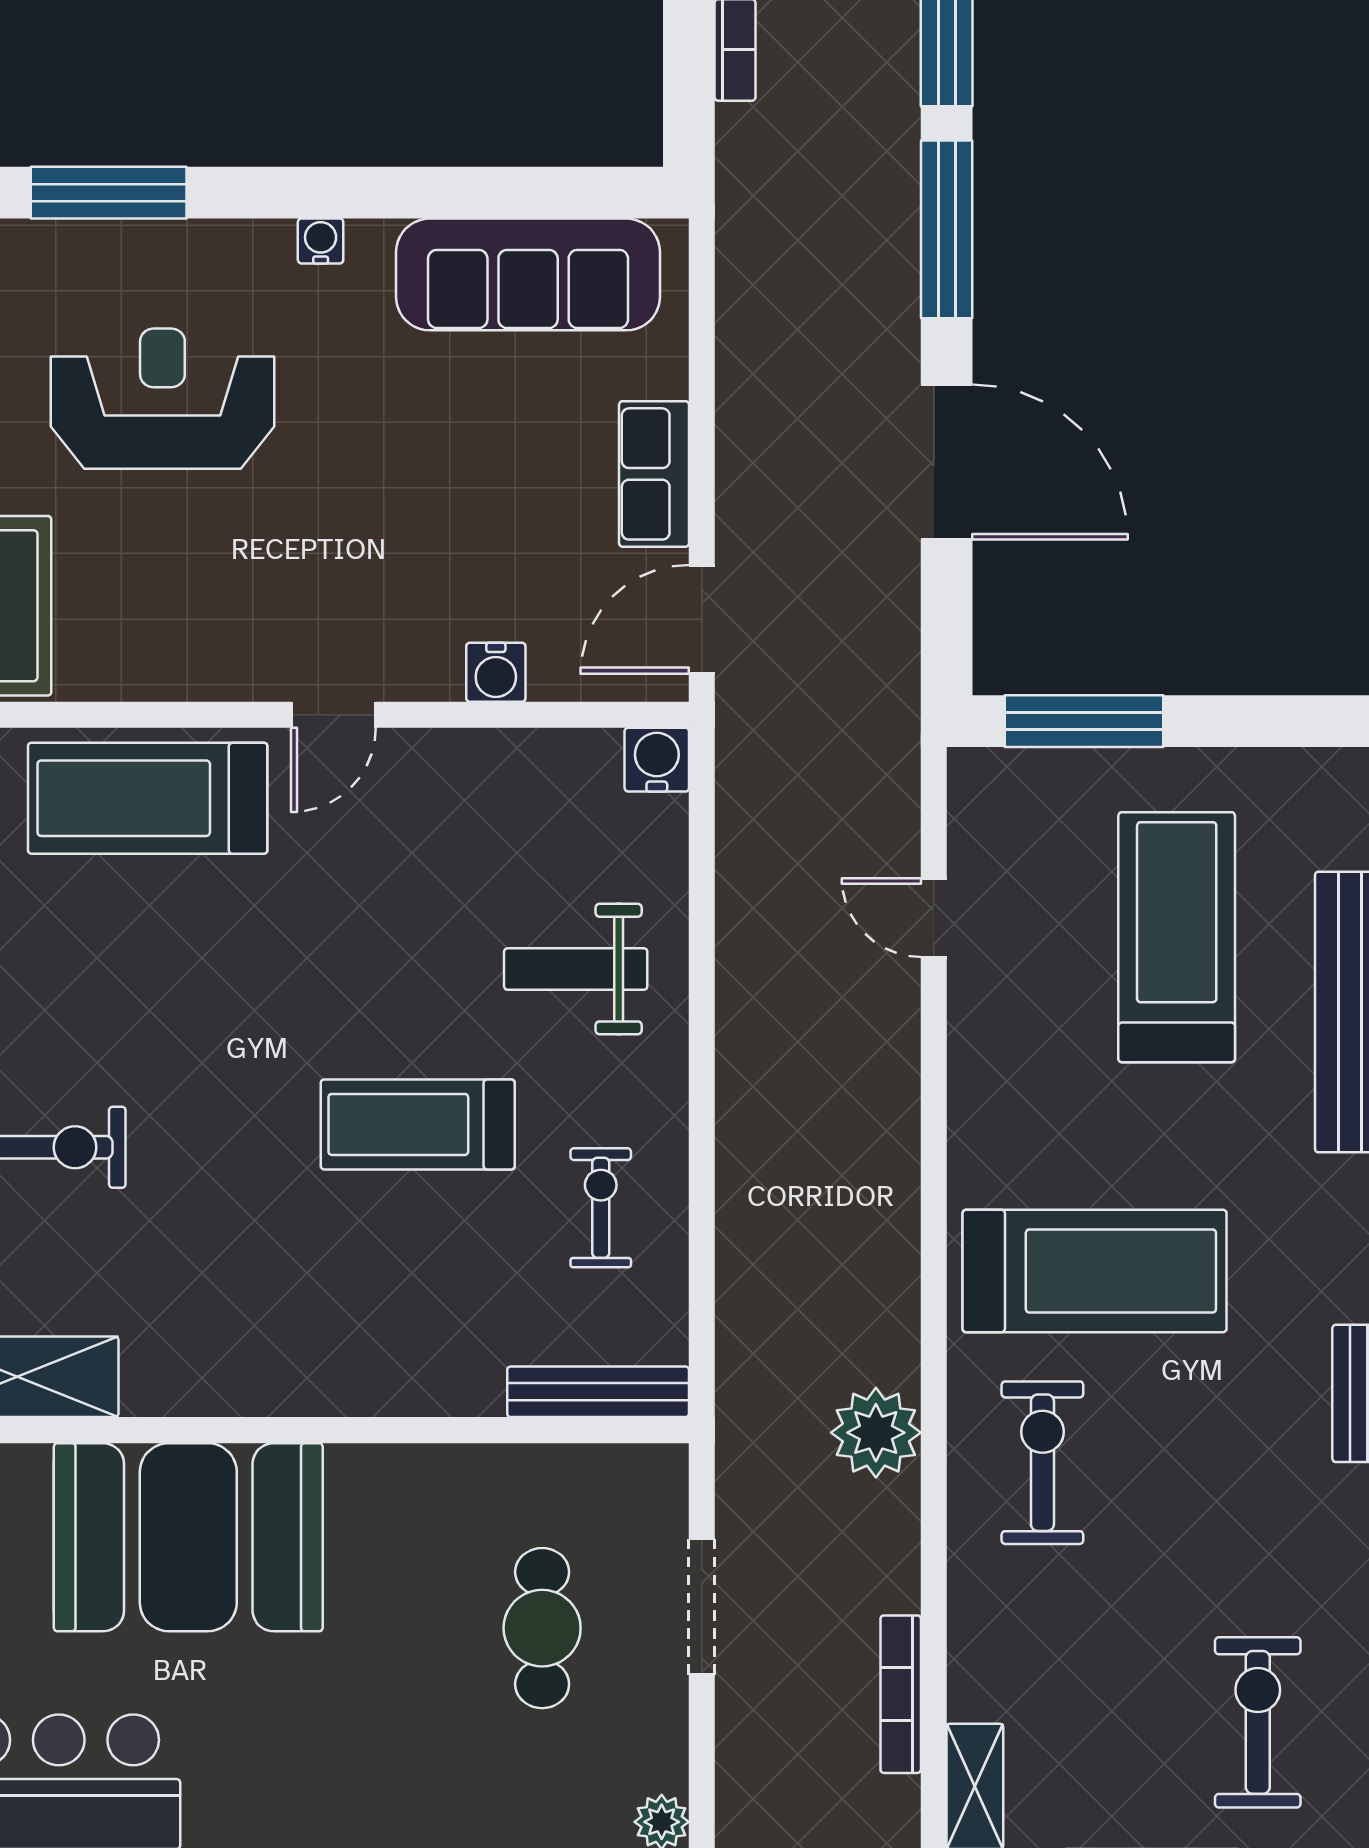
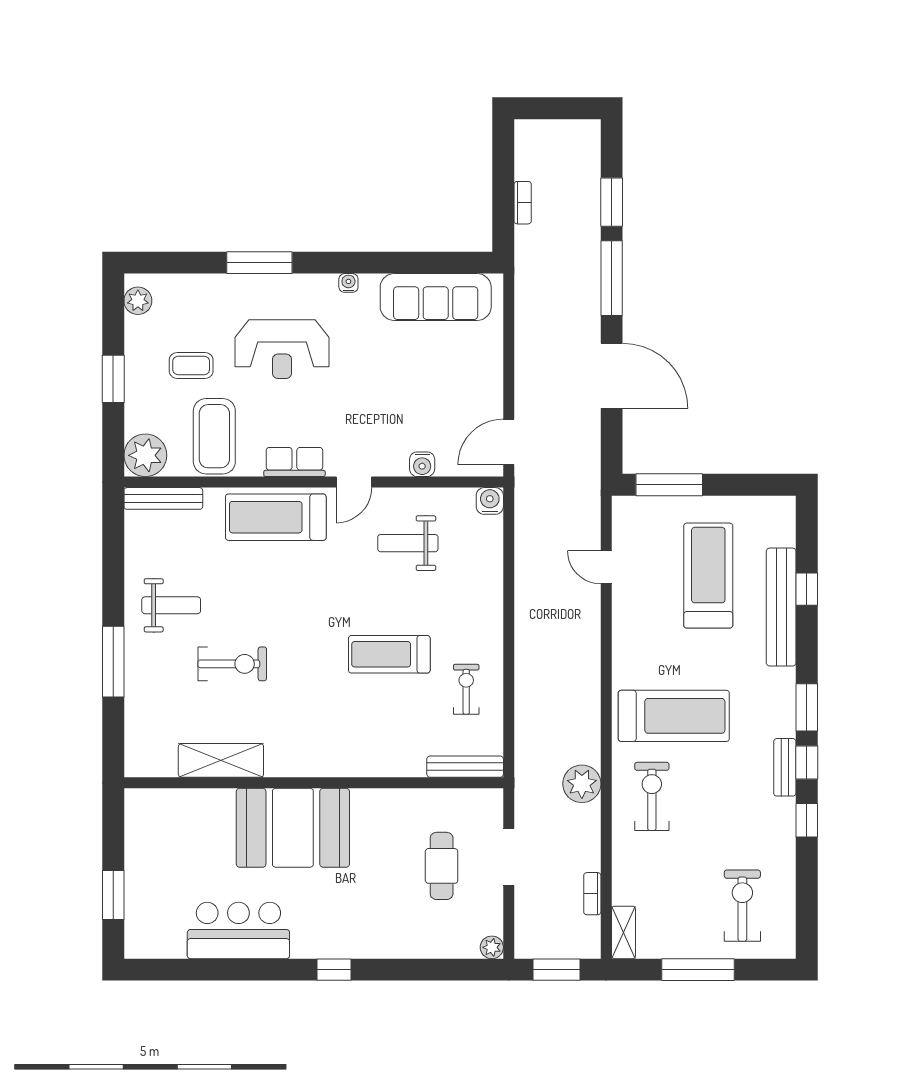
reception desk: (162, 399) -> (282, 349), turned 180
row of seats: (654, 474) -> (294, 462), moved, turned 90
weight bench: (576, 969) -> (408, 543), moved
bookcase: (901, 1694) -> (592, 894), width x0.64

